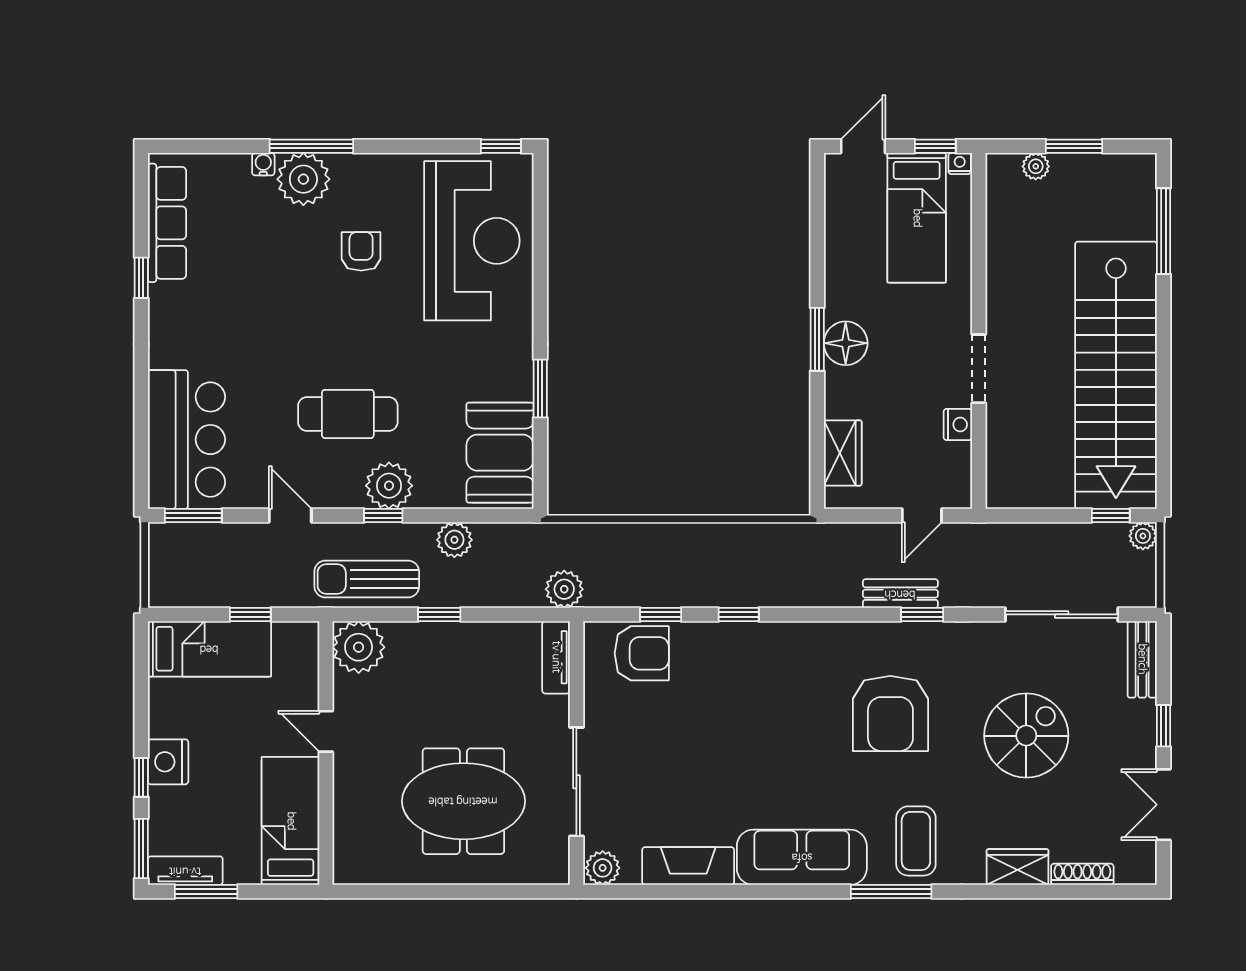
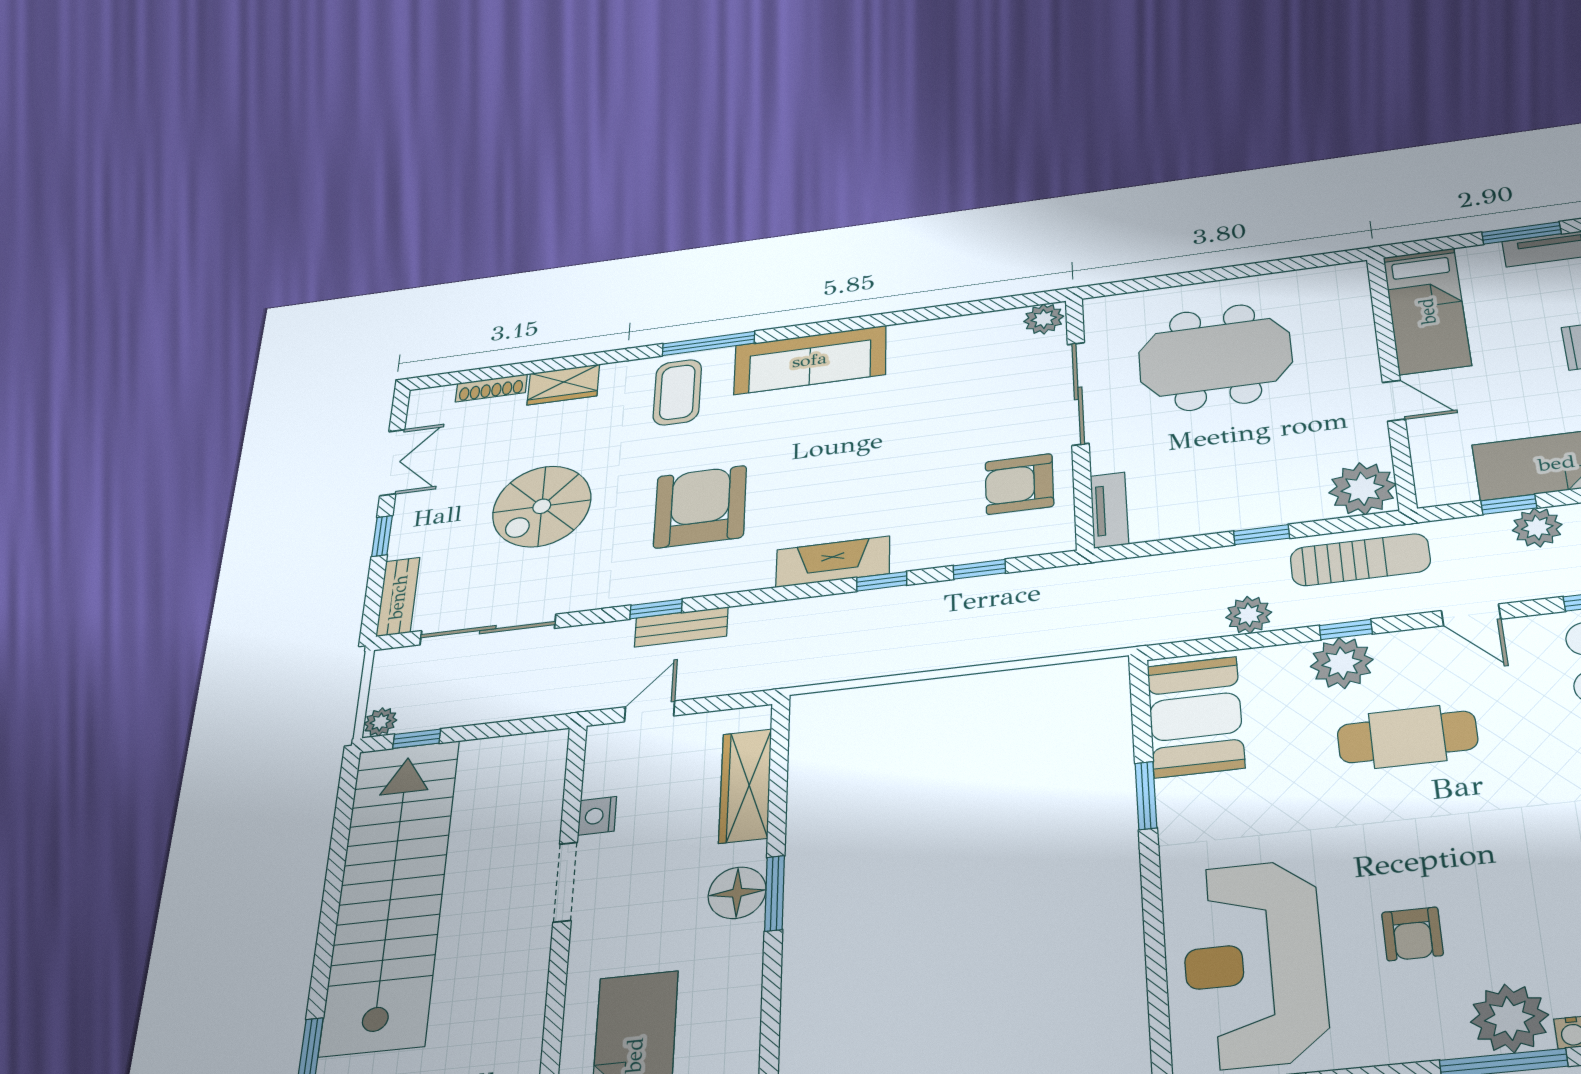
wardrobe: (843, 453) -> (745, 786), width x1.50
plant: (564, 589) -> (1537, 528), moved
armchair: (642, 653) -> (1019, 484), moved
fireplace: (688, 866) -> (833, 562), moved, turned 180

